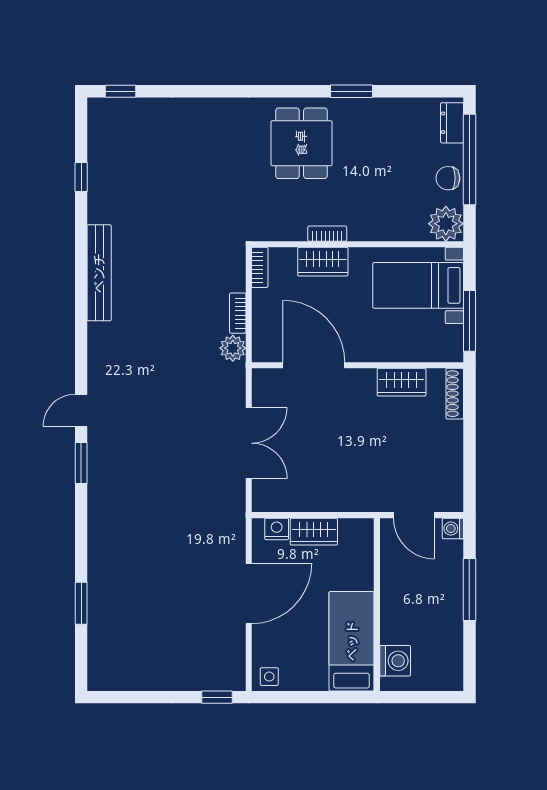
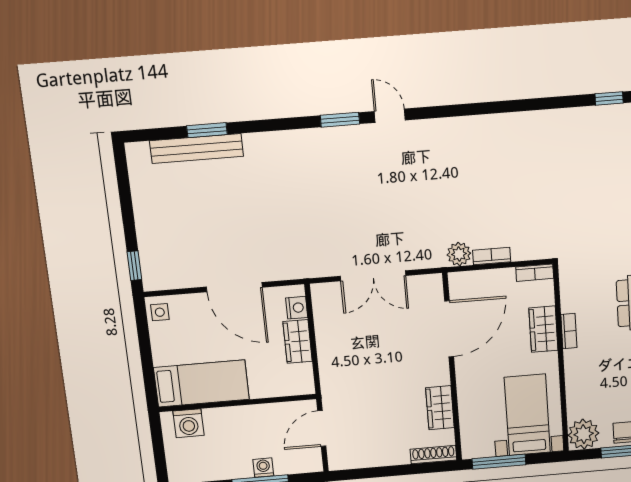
bench: (99, 273) -> (197, 148), moved
washing machine: (453, 529) -> (263, 468), moved

